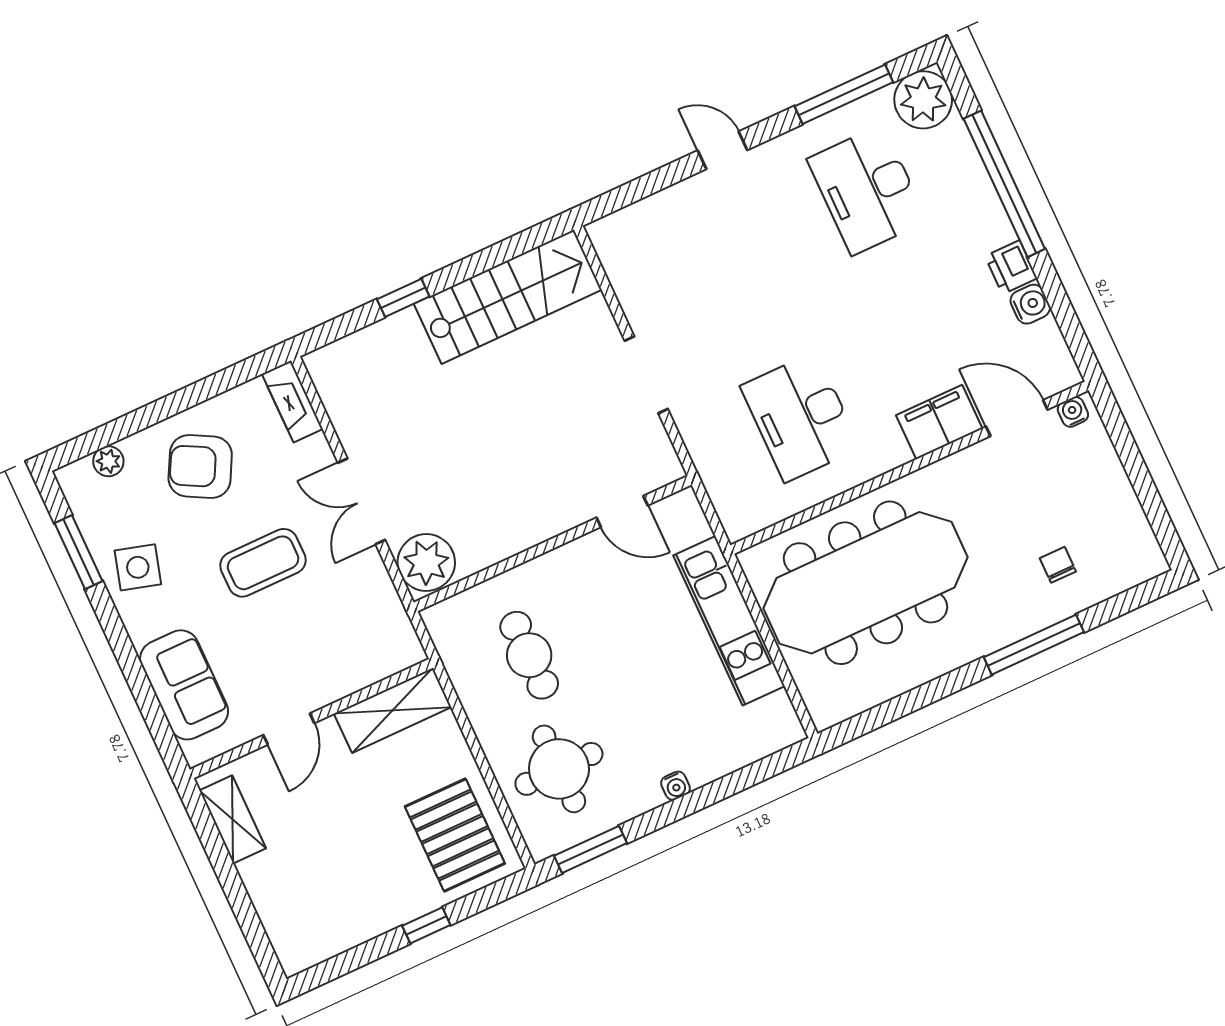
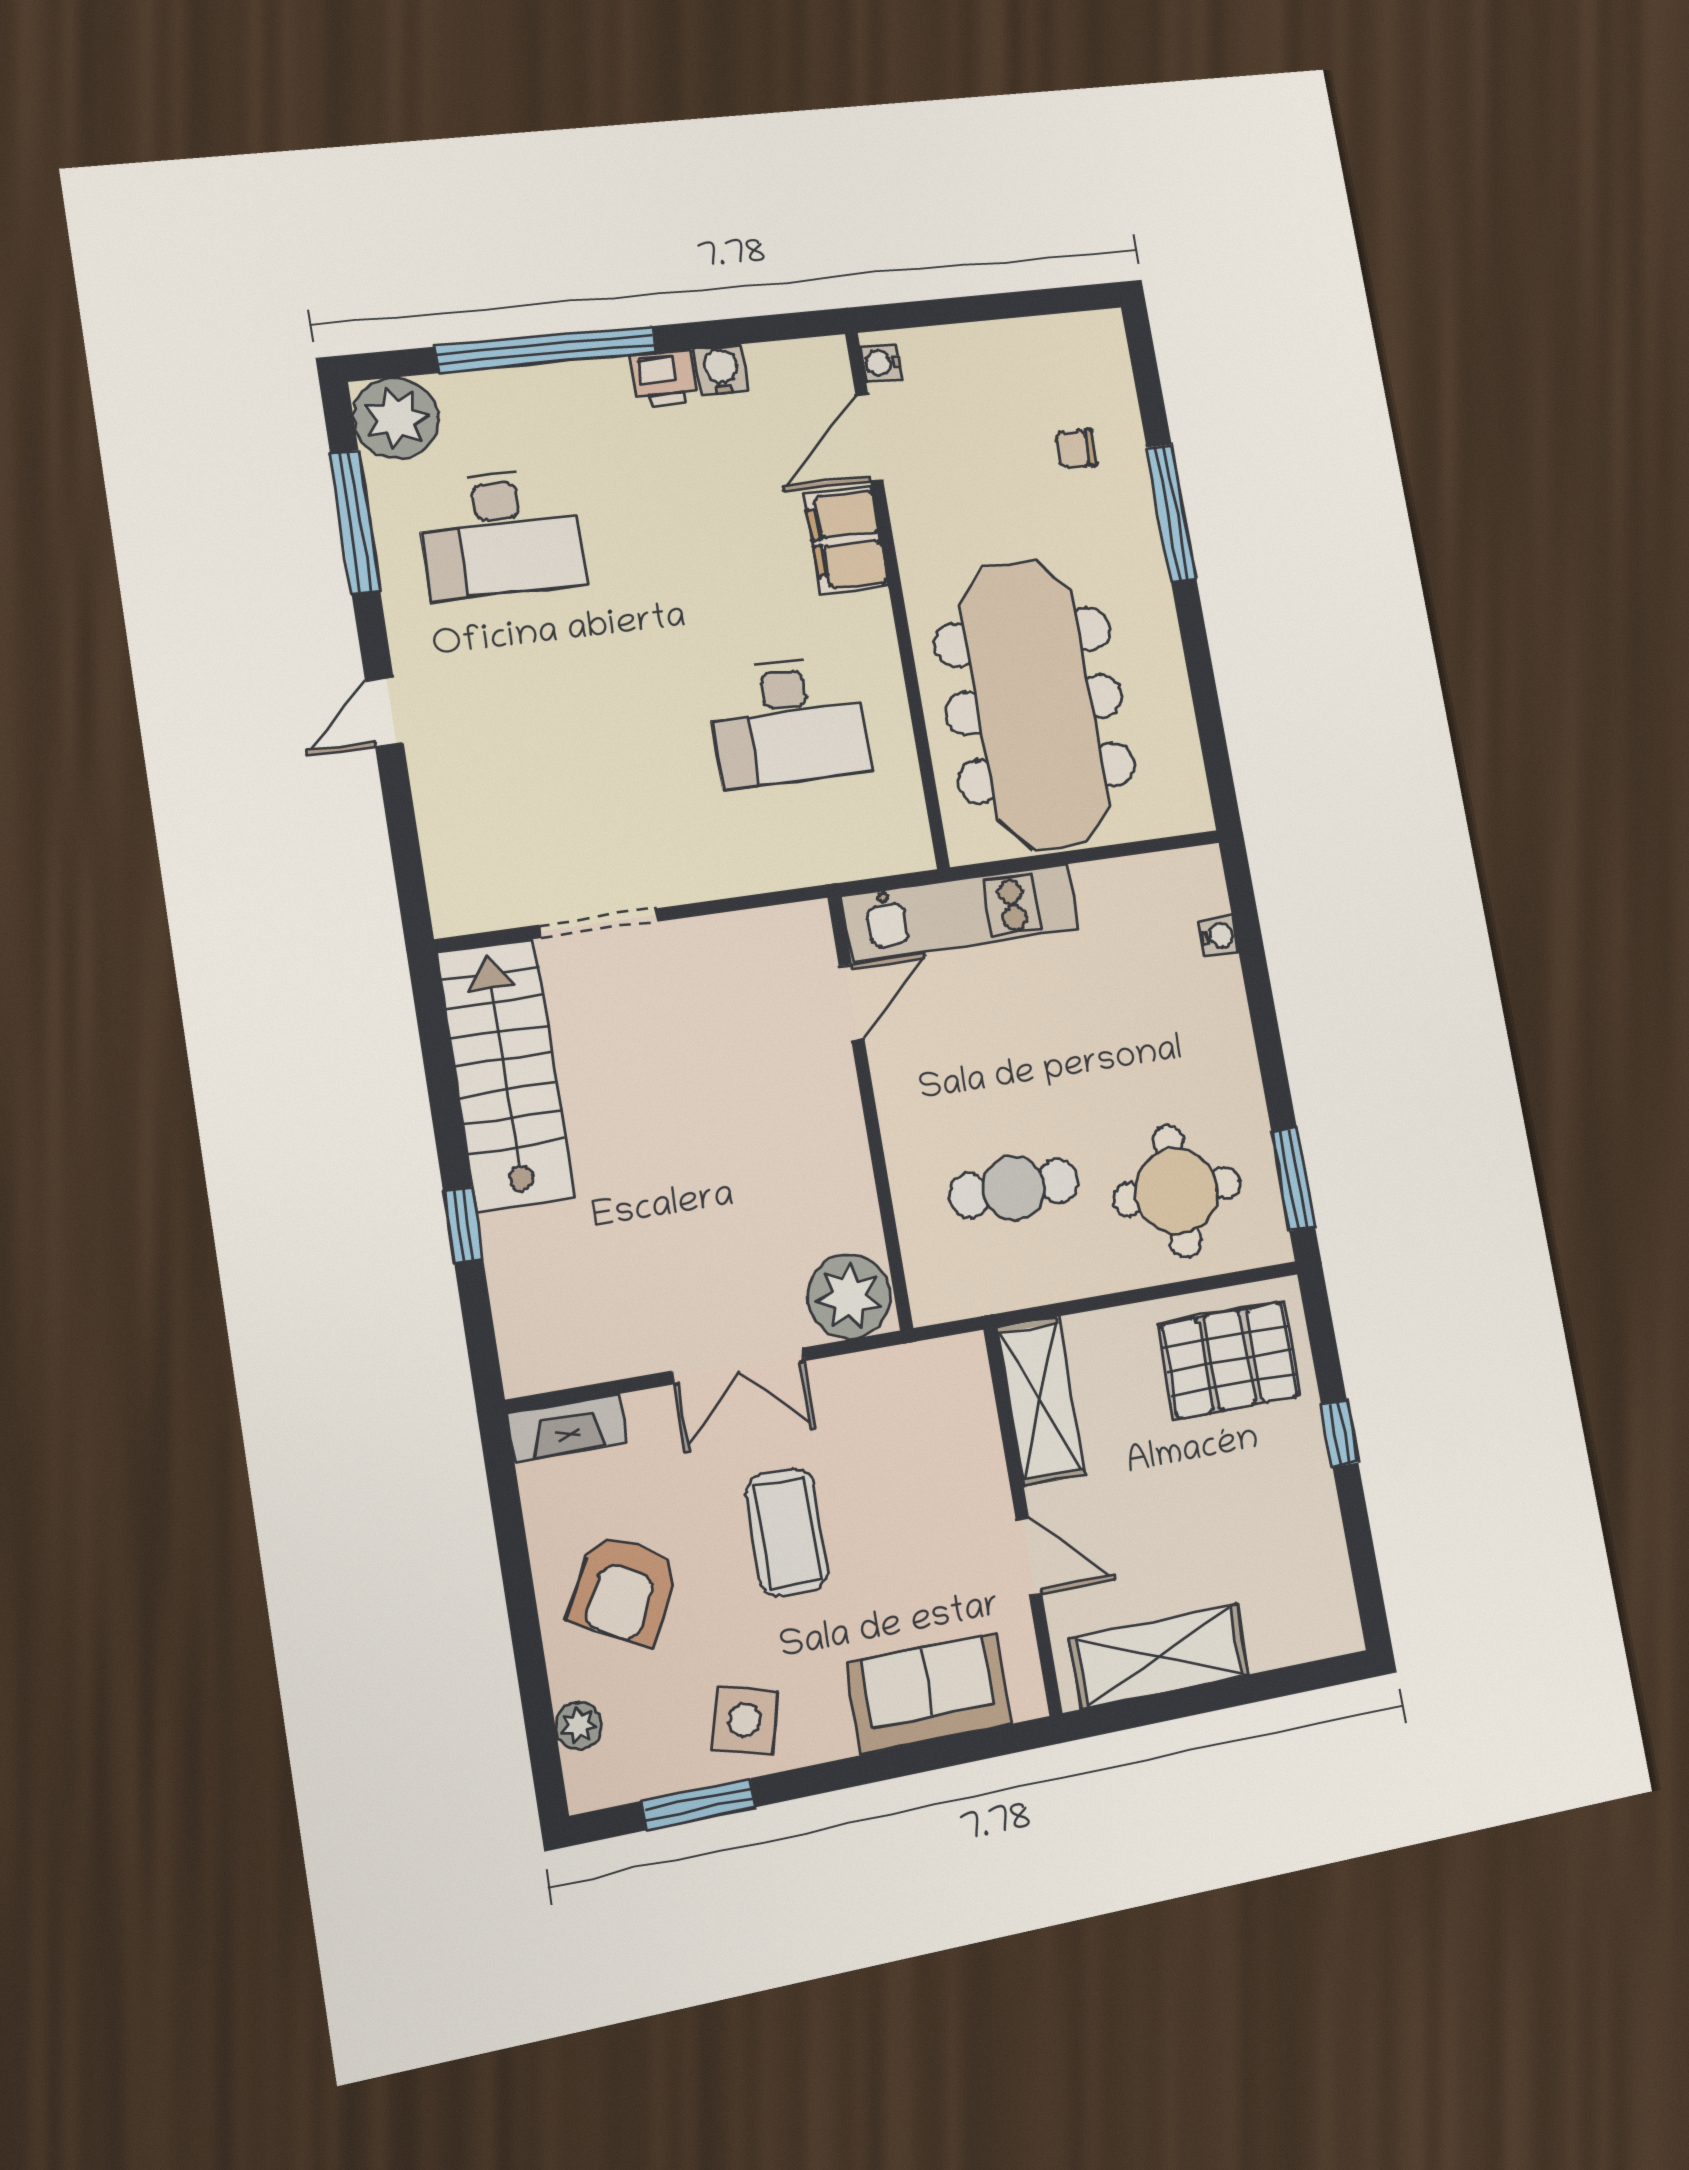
doorway: (646, 375) -> (599, 923), moved
kitchen unit: (729, 621) -> (960, 912), moved
water cooler: (676, 786) -> (1219, 936), moved
shelving: (233, 819) -> (1159, 1656), width x1.50, depth x1.33

